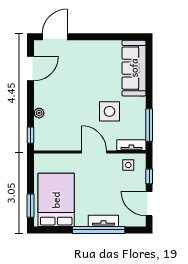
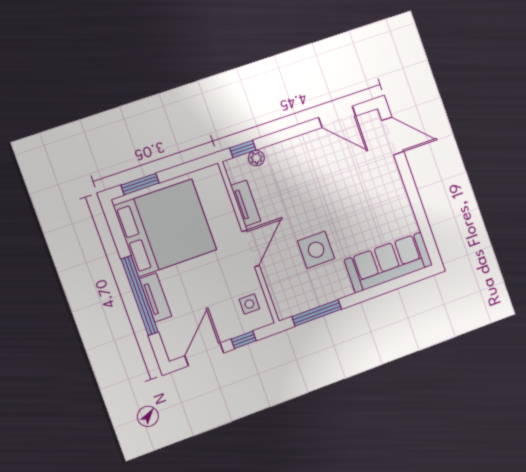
plant: (39, 113) -> (256, 158), moved
tv unit: (131, 145) -> (246, 203), moved
bed: (56, 200) -> (165, 228), width x1.36

